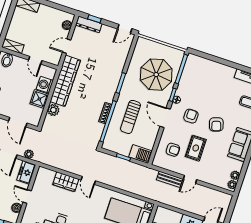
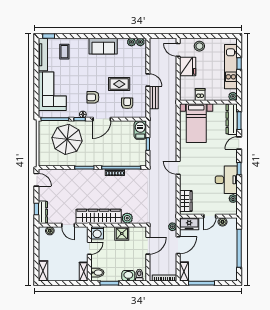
corner sofa: (211, 76) -> (52, 91), added
washing machine: (45, 85) -> (97, 233), moved
sun lounger: (130, 117) -> (111, 149), removed
armchair: (216, 124) -> (93, 73), removed
door: (88, 180) -> (178, 168), swing flipped
wardrobe: (66, 182) -> (186, 201), moved

